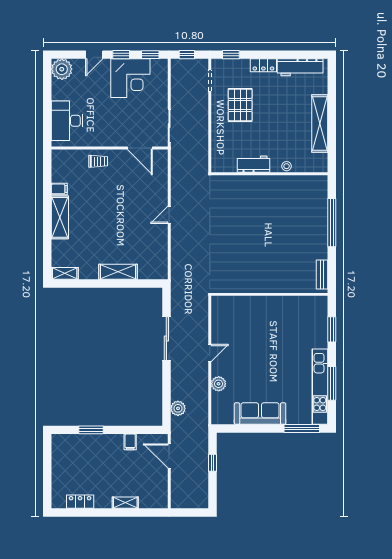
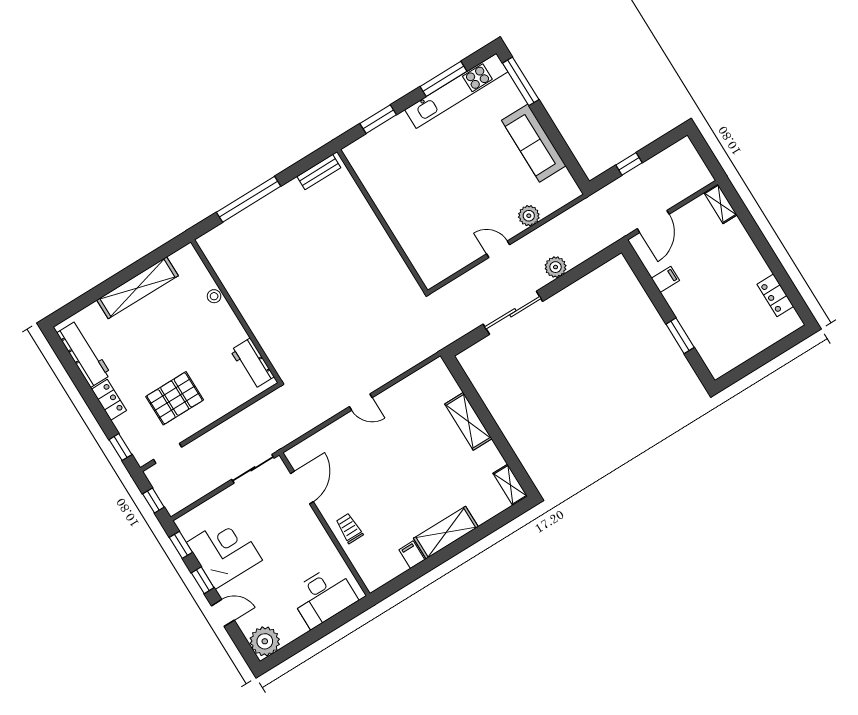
workbench: (253, 164) -> (252, 363), moved
plant: (178, 408) -> (556, 267), moved
shelving: (125, 503) -> (720, 204), moved

